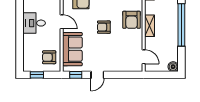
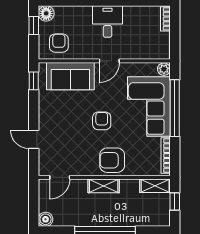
floor lamp: (28, 66) -> (46, 13), added
door: (97, 75) -> (34, 139), moved

